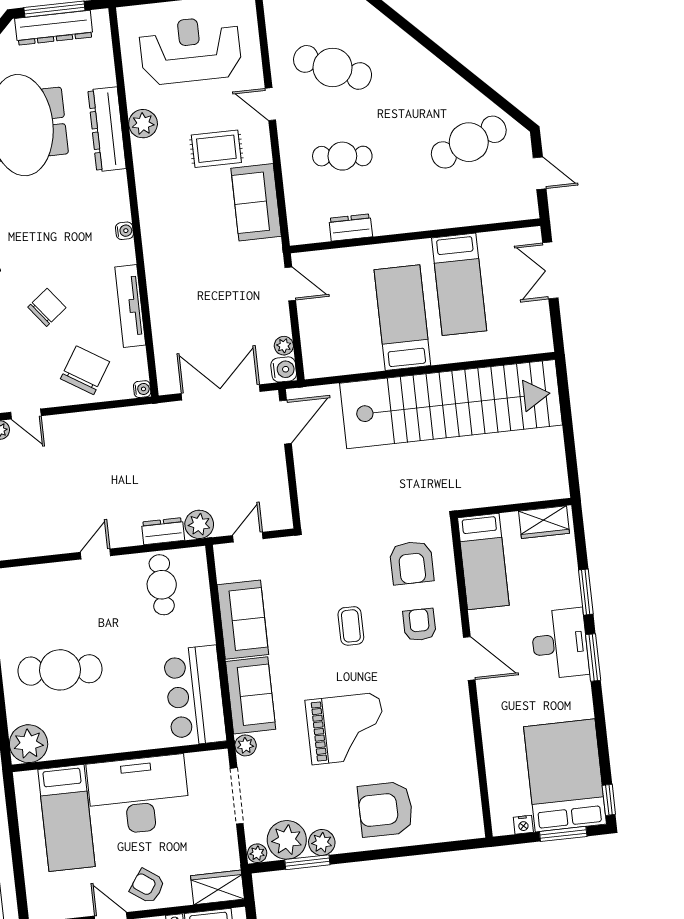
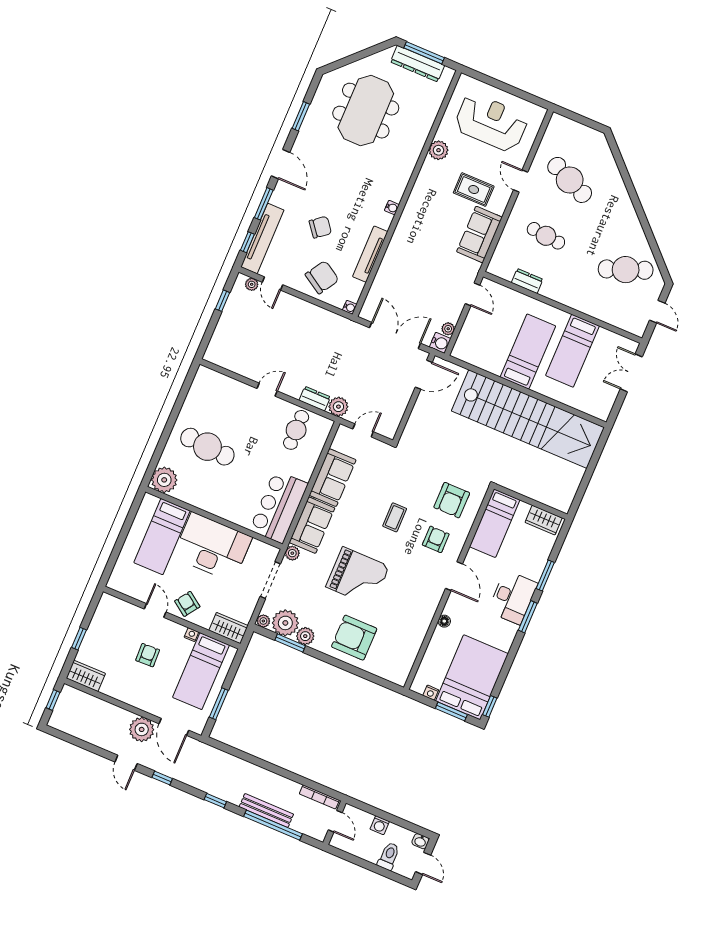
dresser: (107, 129) -> (415, 142), removed
floor lamp: (489, 723) -> (444, 621), added

